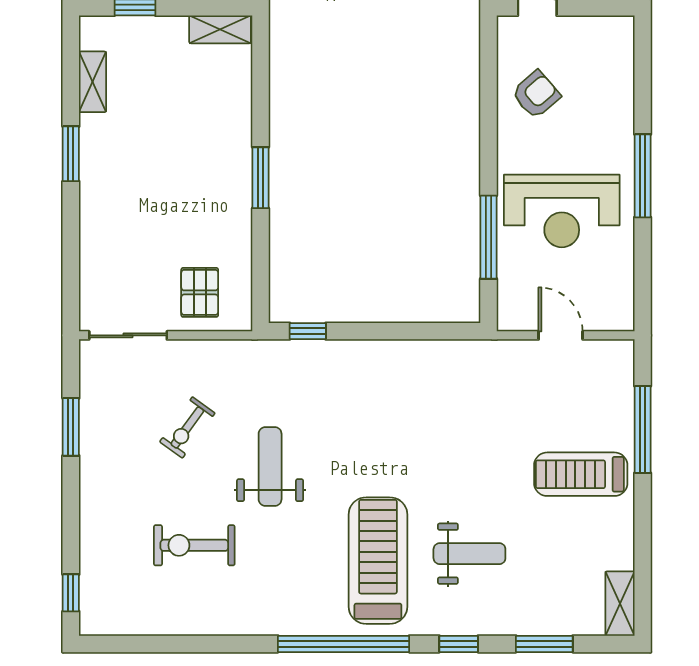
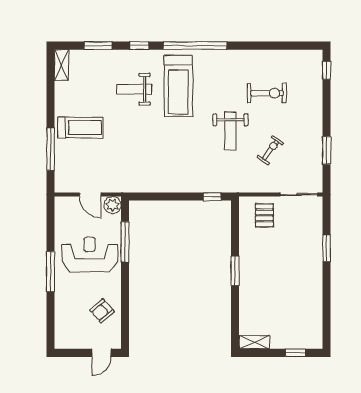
shelving: (93, 82) -> (316, 317), removed
window: (71, 154) -> (327, 248), moved
plant: (514, 314) -> (112, 205), added

